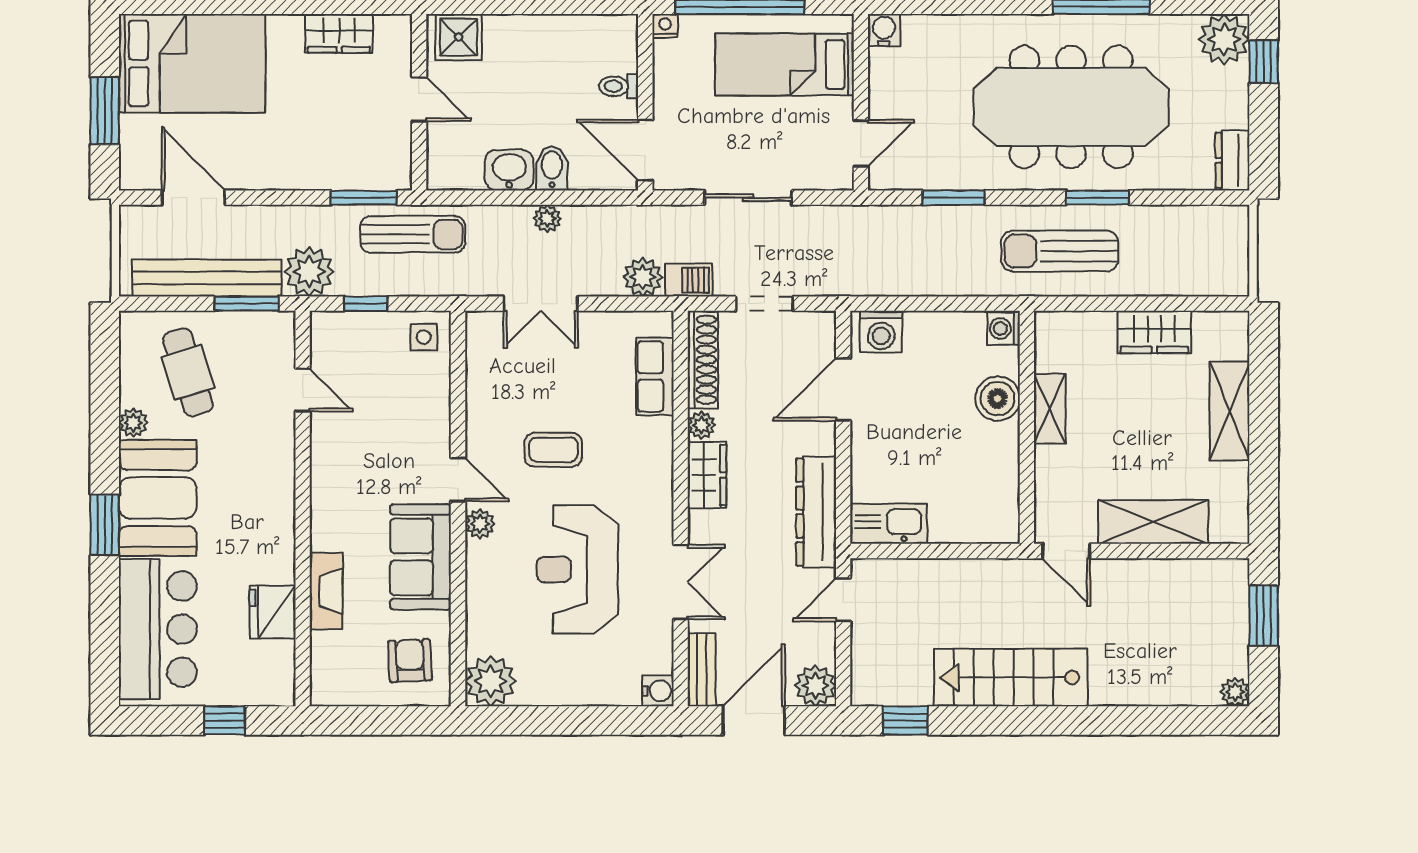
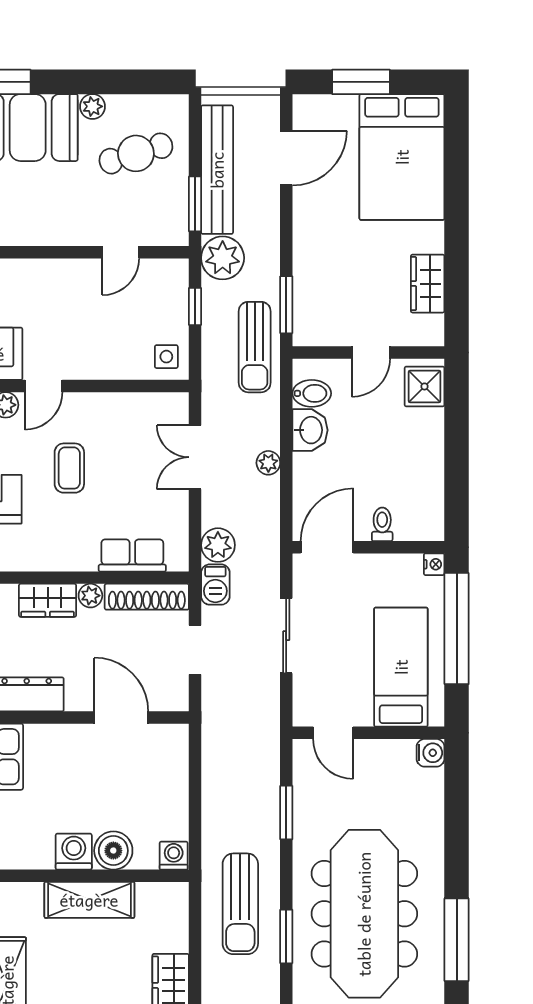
bidet: (552, 168) -> (312, 393), moved
sun lounger: (1060, 251) -> (240, 904), turned 180
washing machine: (881, 332) -> (74, 852), moved, turned 90
shelving: (1050, 409) -> (89, 900), width x1.50, depth x1.33

